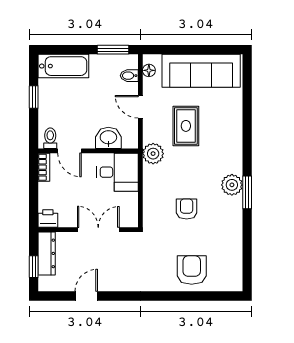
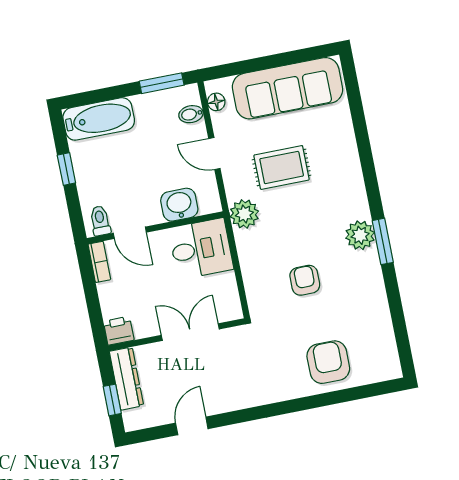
rug: (186, 126) -> (282, 167), turned 90

